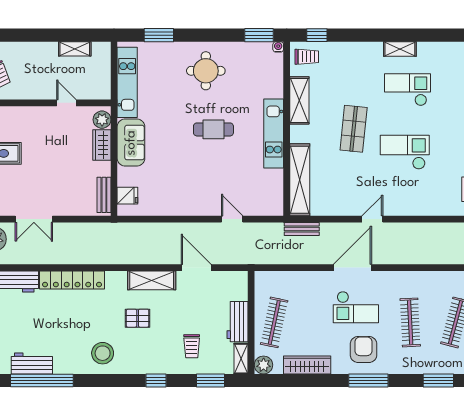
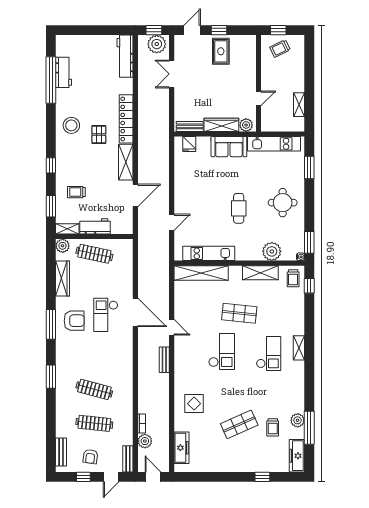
plant: (271, 85) -> (272, 251), added
kitchen unit: (274, 134) -> (209, 253), moved
wardrobe: (102, 145) -> (221, 125), width x1.50
bench: (302, 229) -> (164, 360), moved
locker: (72, 280) -> (126, 119), moved
pallet: (138, 318) -> (99, 135), moved
clothes rail: (410, 322) -> (94, 356), removed

